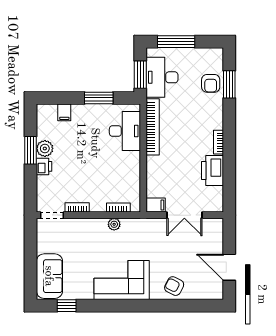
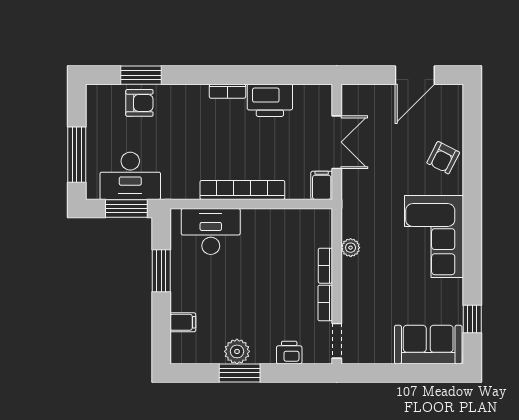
bookcase: (153, 127) -> (242, 190), moved
printer: (44, 166) -> (289, 353), moved
bookcase: (118, 207) -> (325, 266), moved

